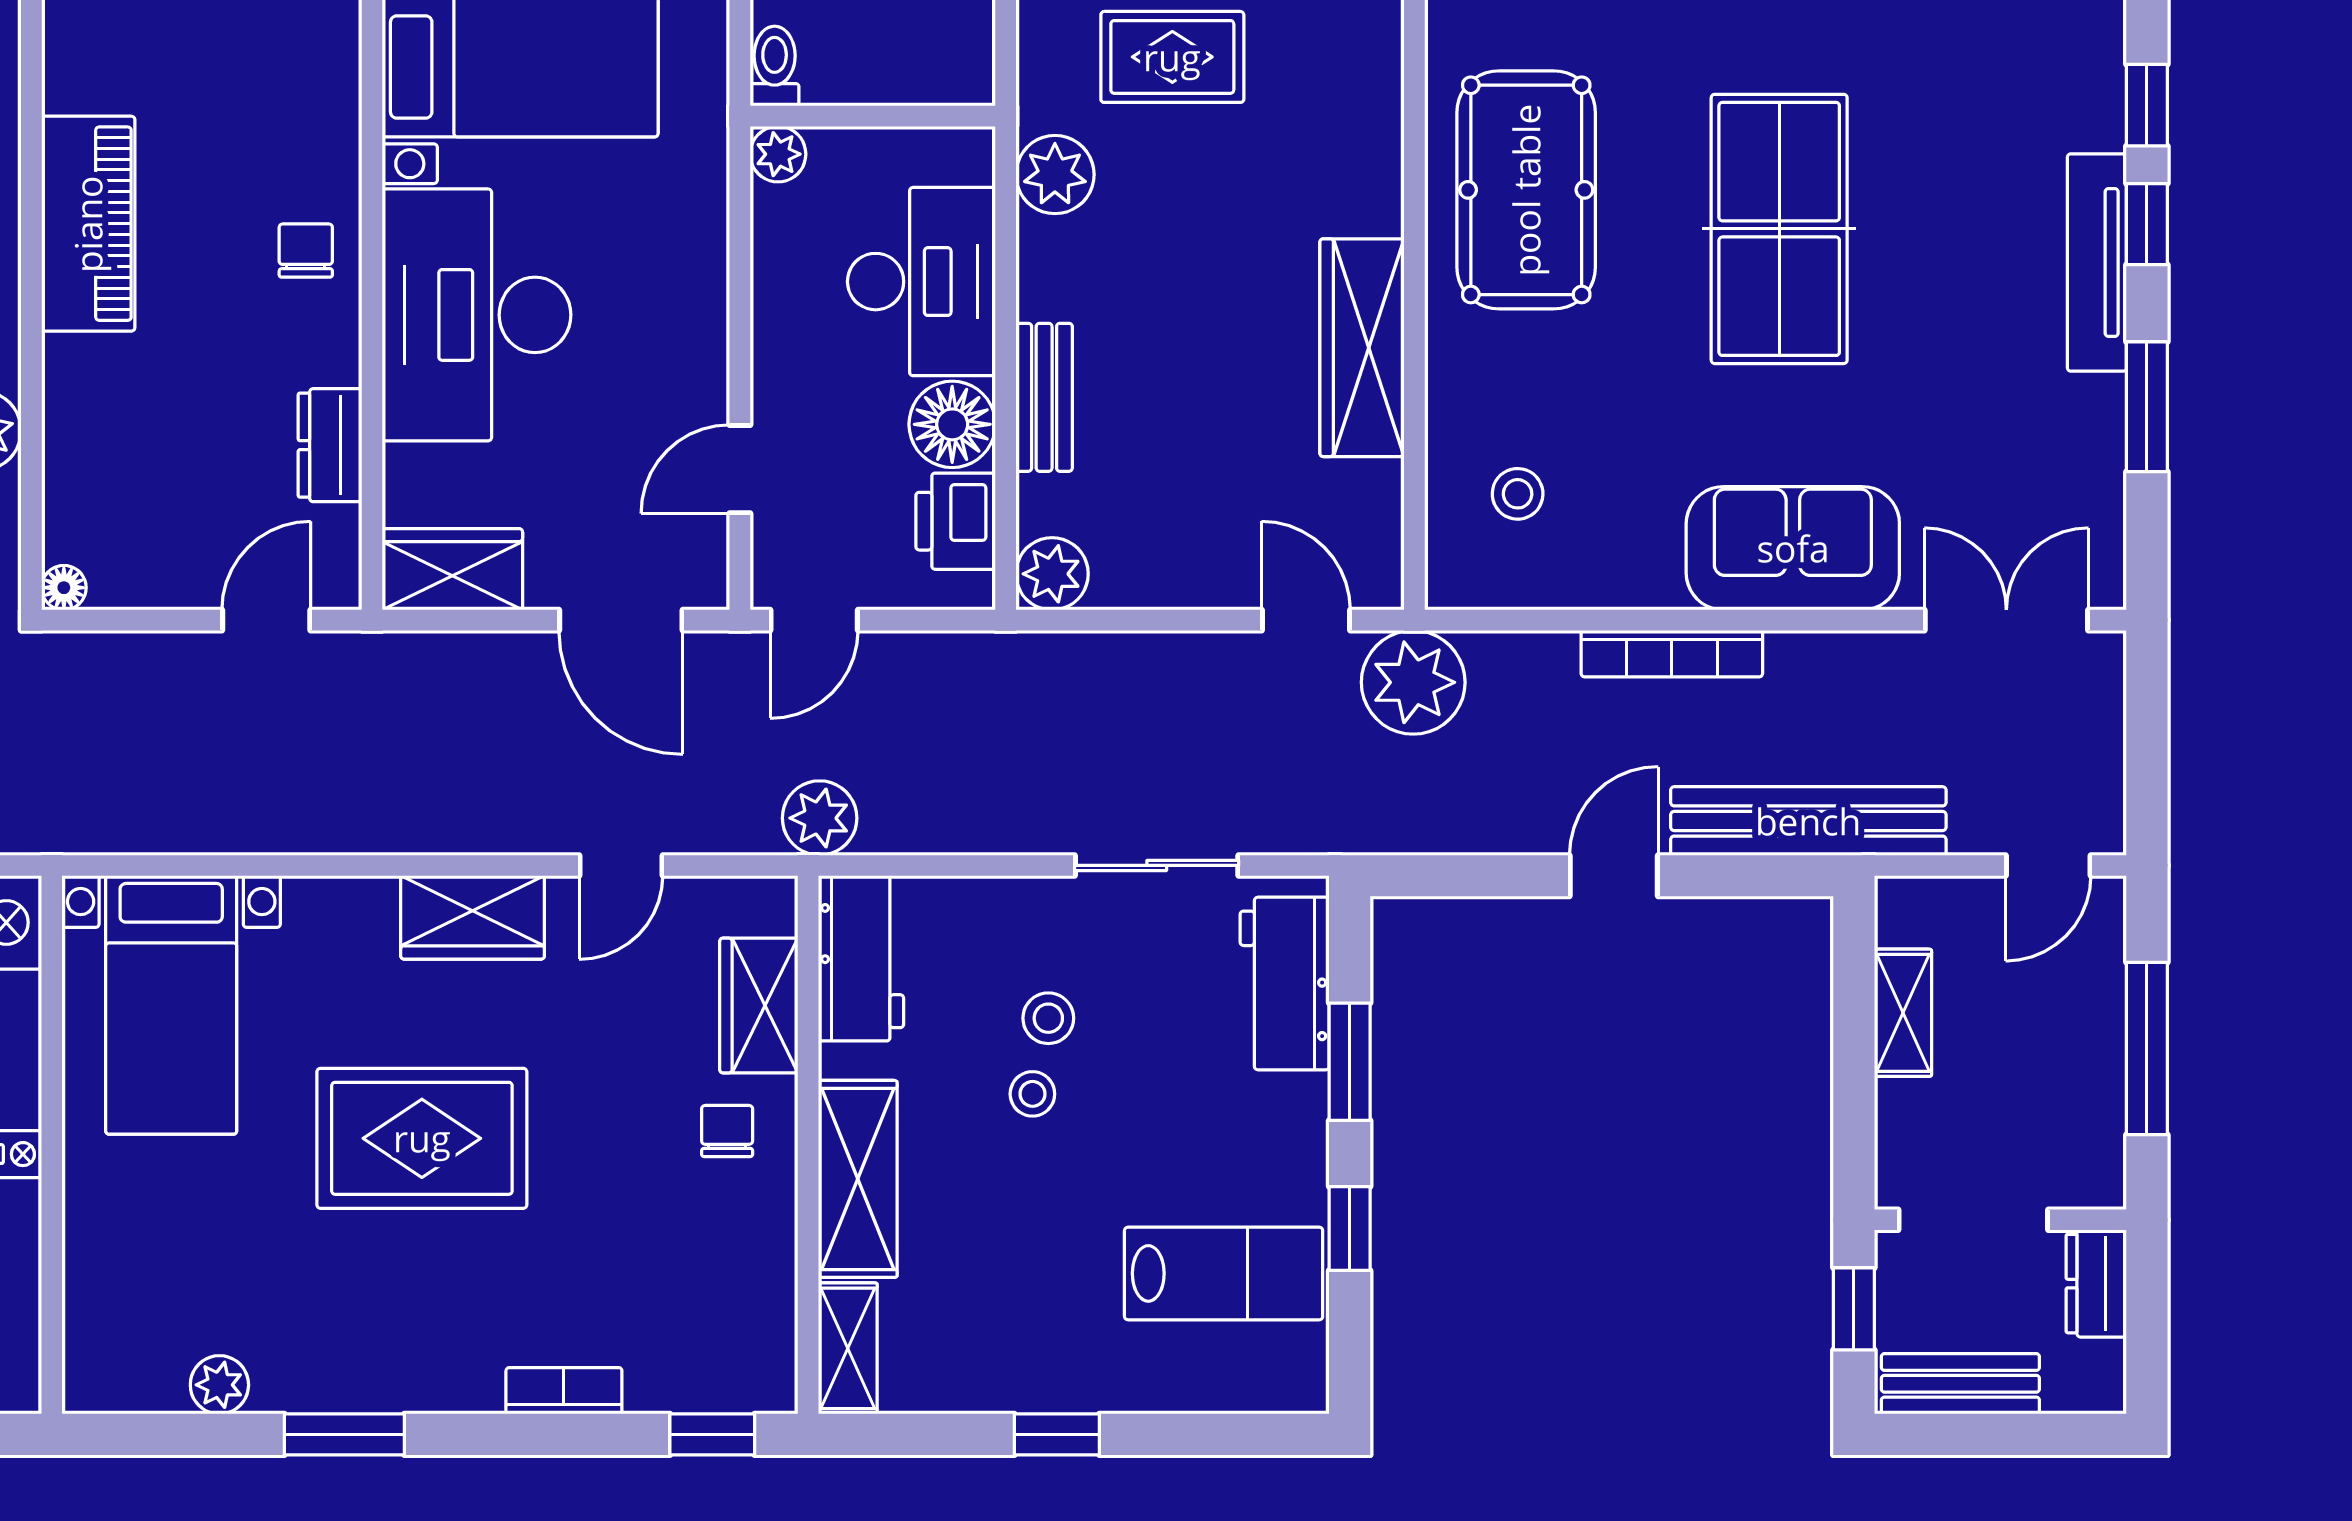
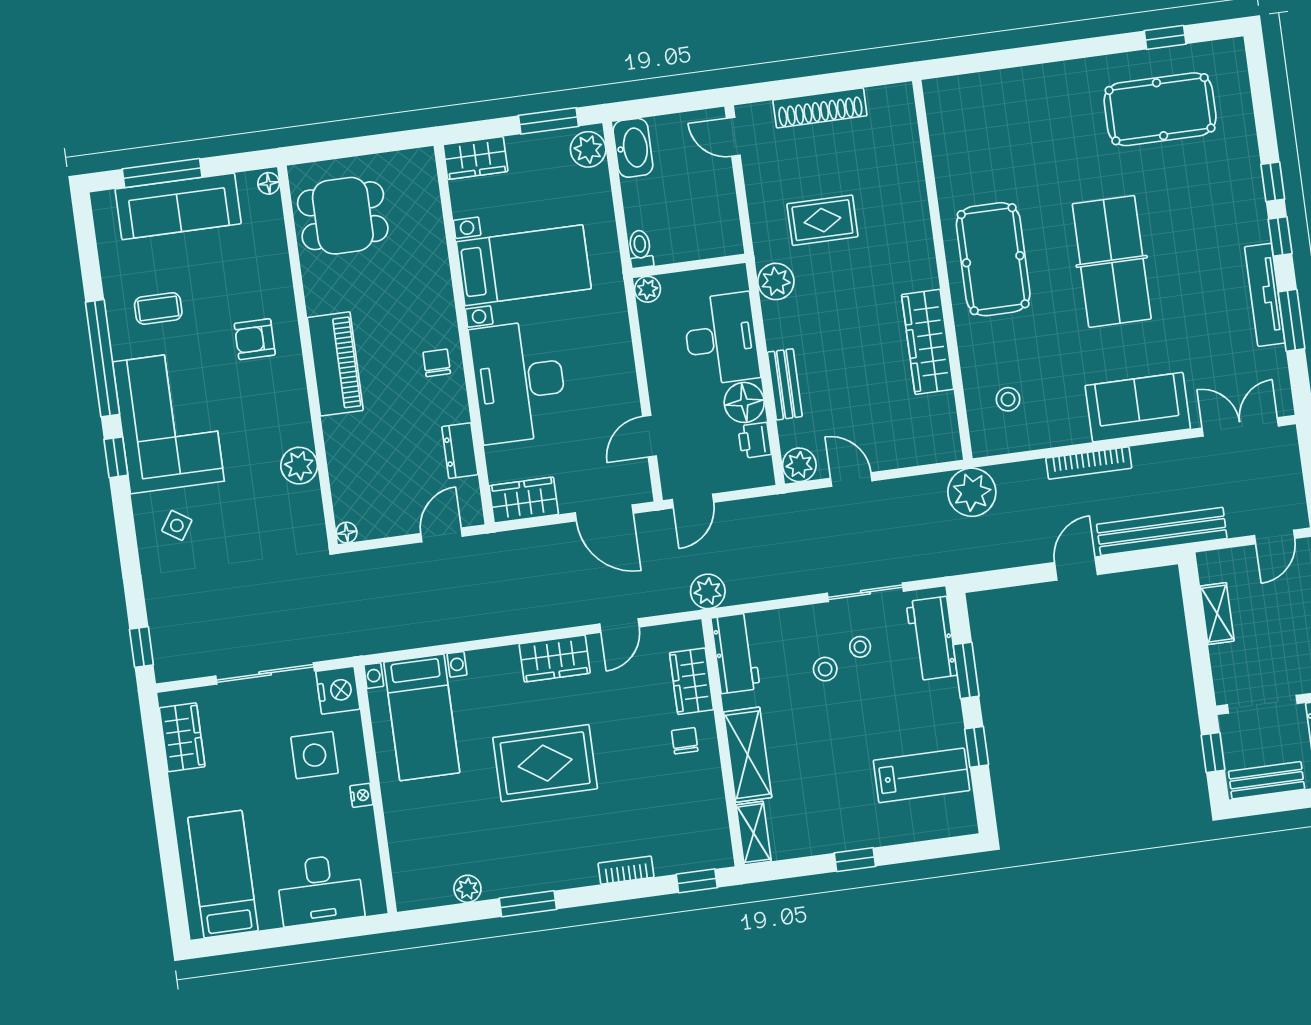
tv unit: (2097, 263) -> (1265, 295), moved
printer: (956, 521) -> (755, 440), width x0.73, depth x0.81
door: (1306, 620) -> (851, 480), moved
stool: (1032, 1094) -> (860, 647), moved

